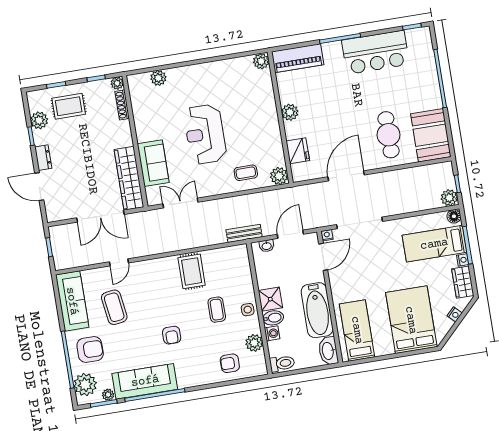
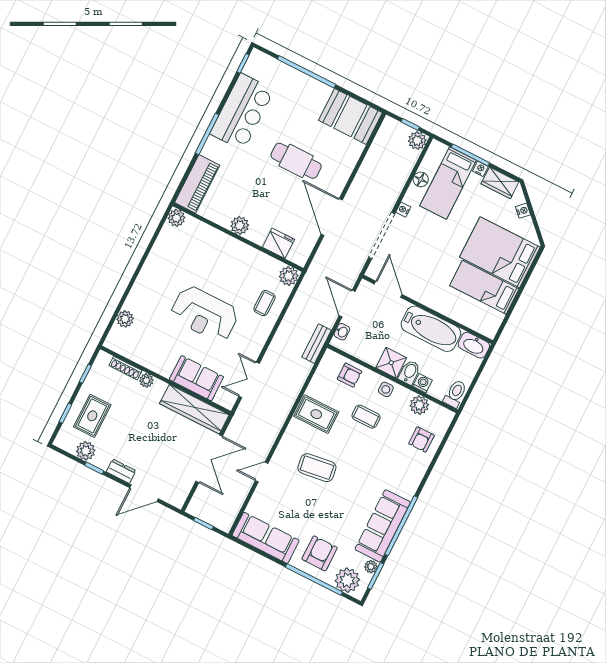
plant: (117, 83) -> (146, 380), moved
cafe table: (388, 135) -> (296, 161), moved
floor lamp: (454, 216) -> (421, 179), moved
nightstand: (327, 235) -> (403, 210), moved
door: (119, 262) -> (262, 472), swing flipped
coffee table: (114, 307) -> (317, 468), moved
bed: (357, 330) -> (484, 287), moved
armchair: (172, 335) -> (350, 375), moved

